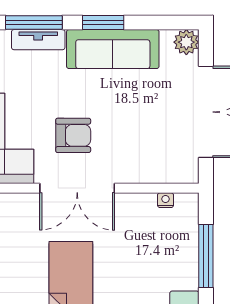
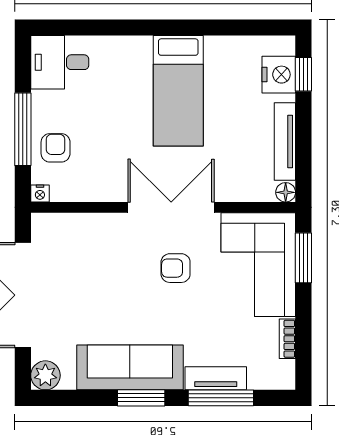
armchair: (73, 135) -> (176, 268), width x0.72, depth x0.72
nightstand: (166, 200) -> (40, 193), moved
armchair: (177, 240) -> (56, 148), added

